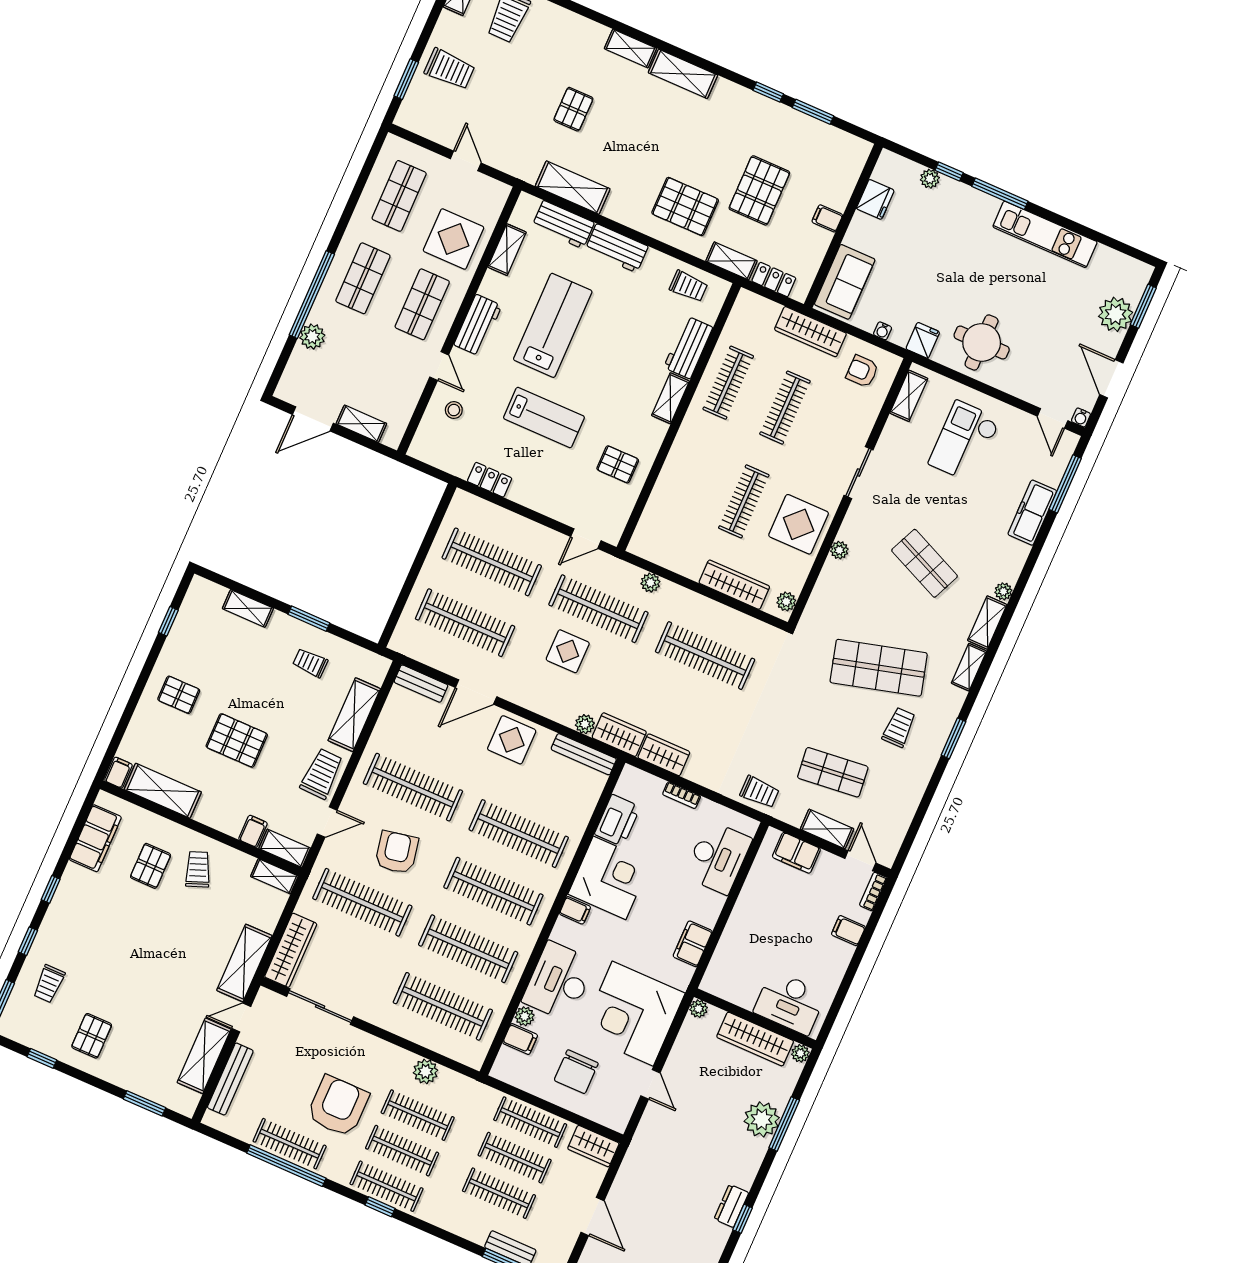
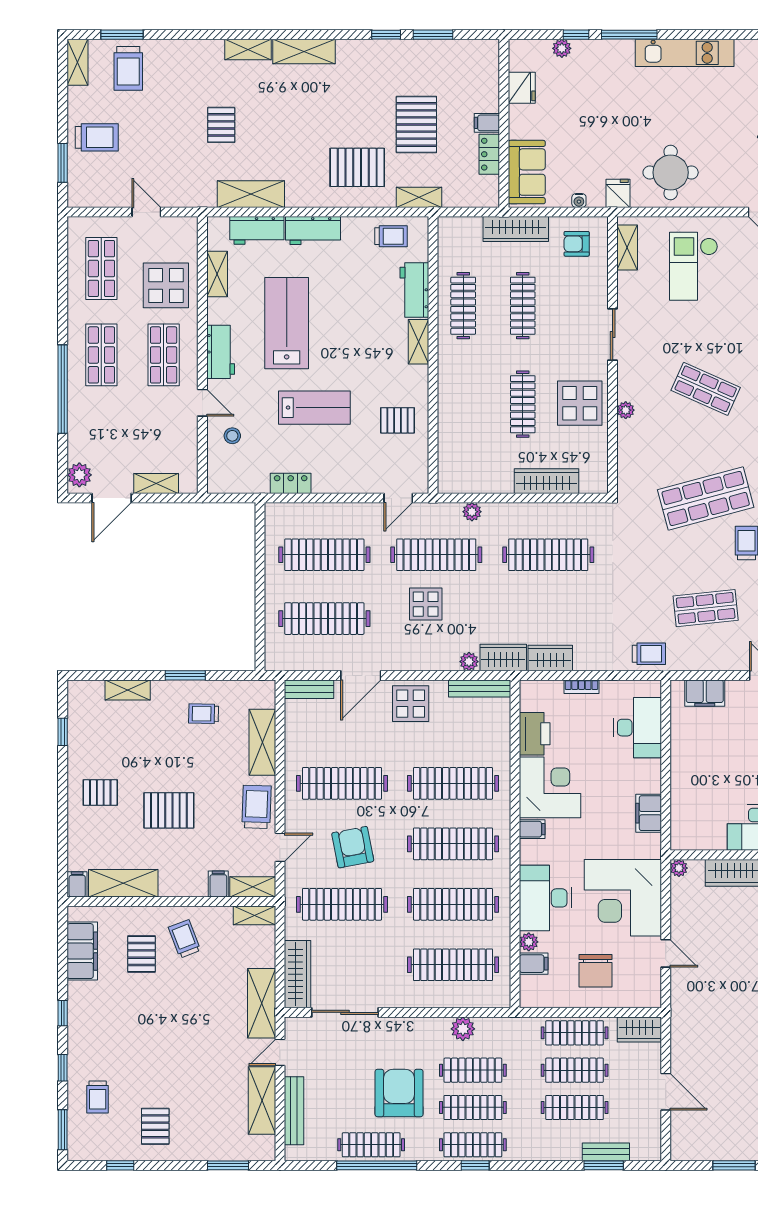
locker: (774, 280) -> (489, 154), moved, turned -90
plant: (312, 337) -> (79, 475), moved
plant: (786, 601) -> (599, 476), removed
shelving: (827, 829) -> (722, 660), removed

